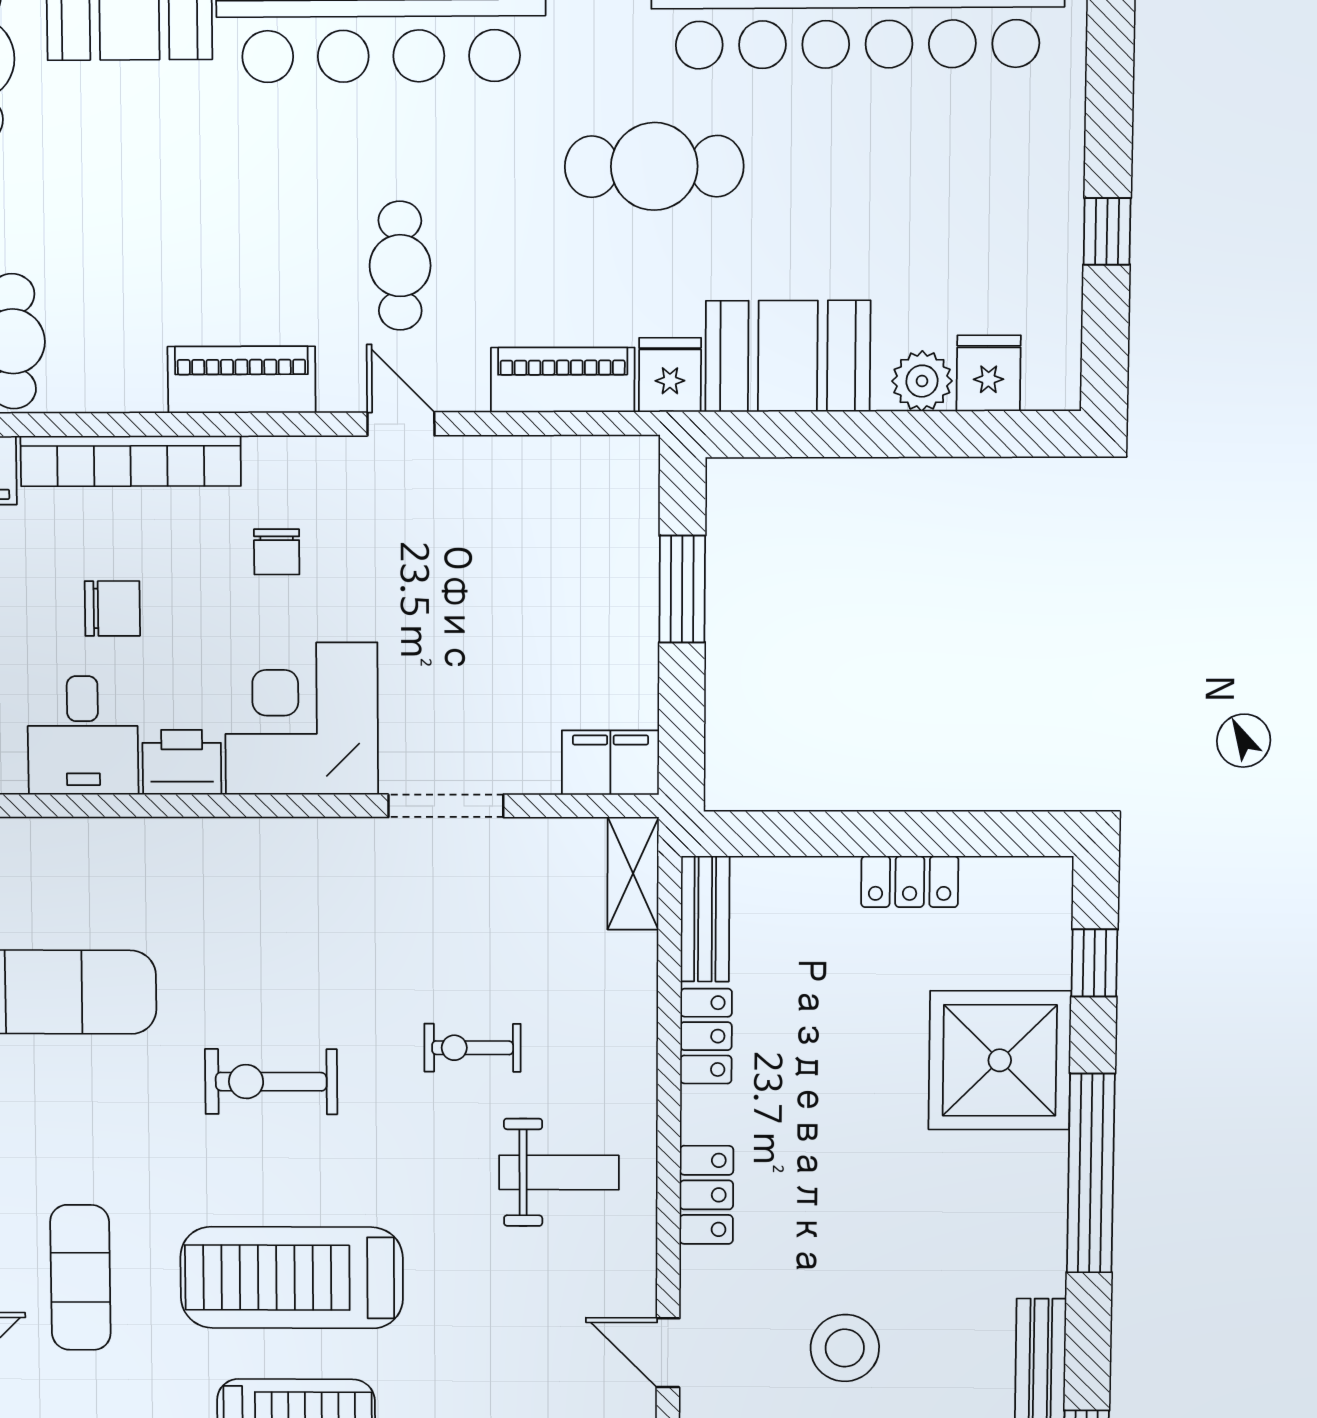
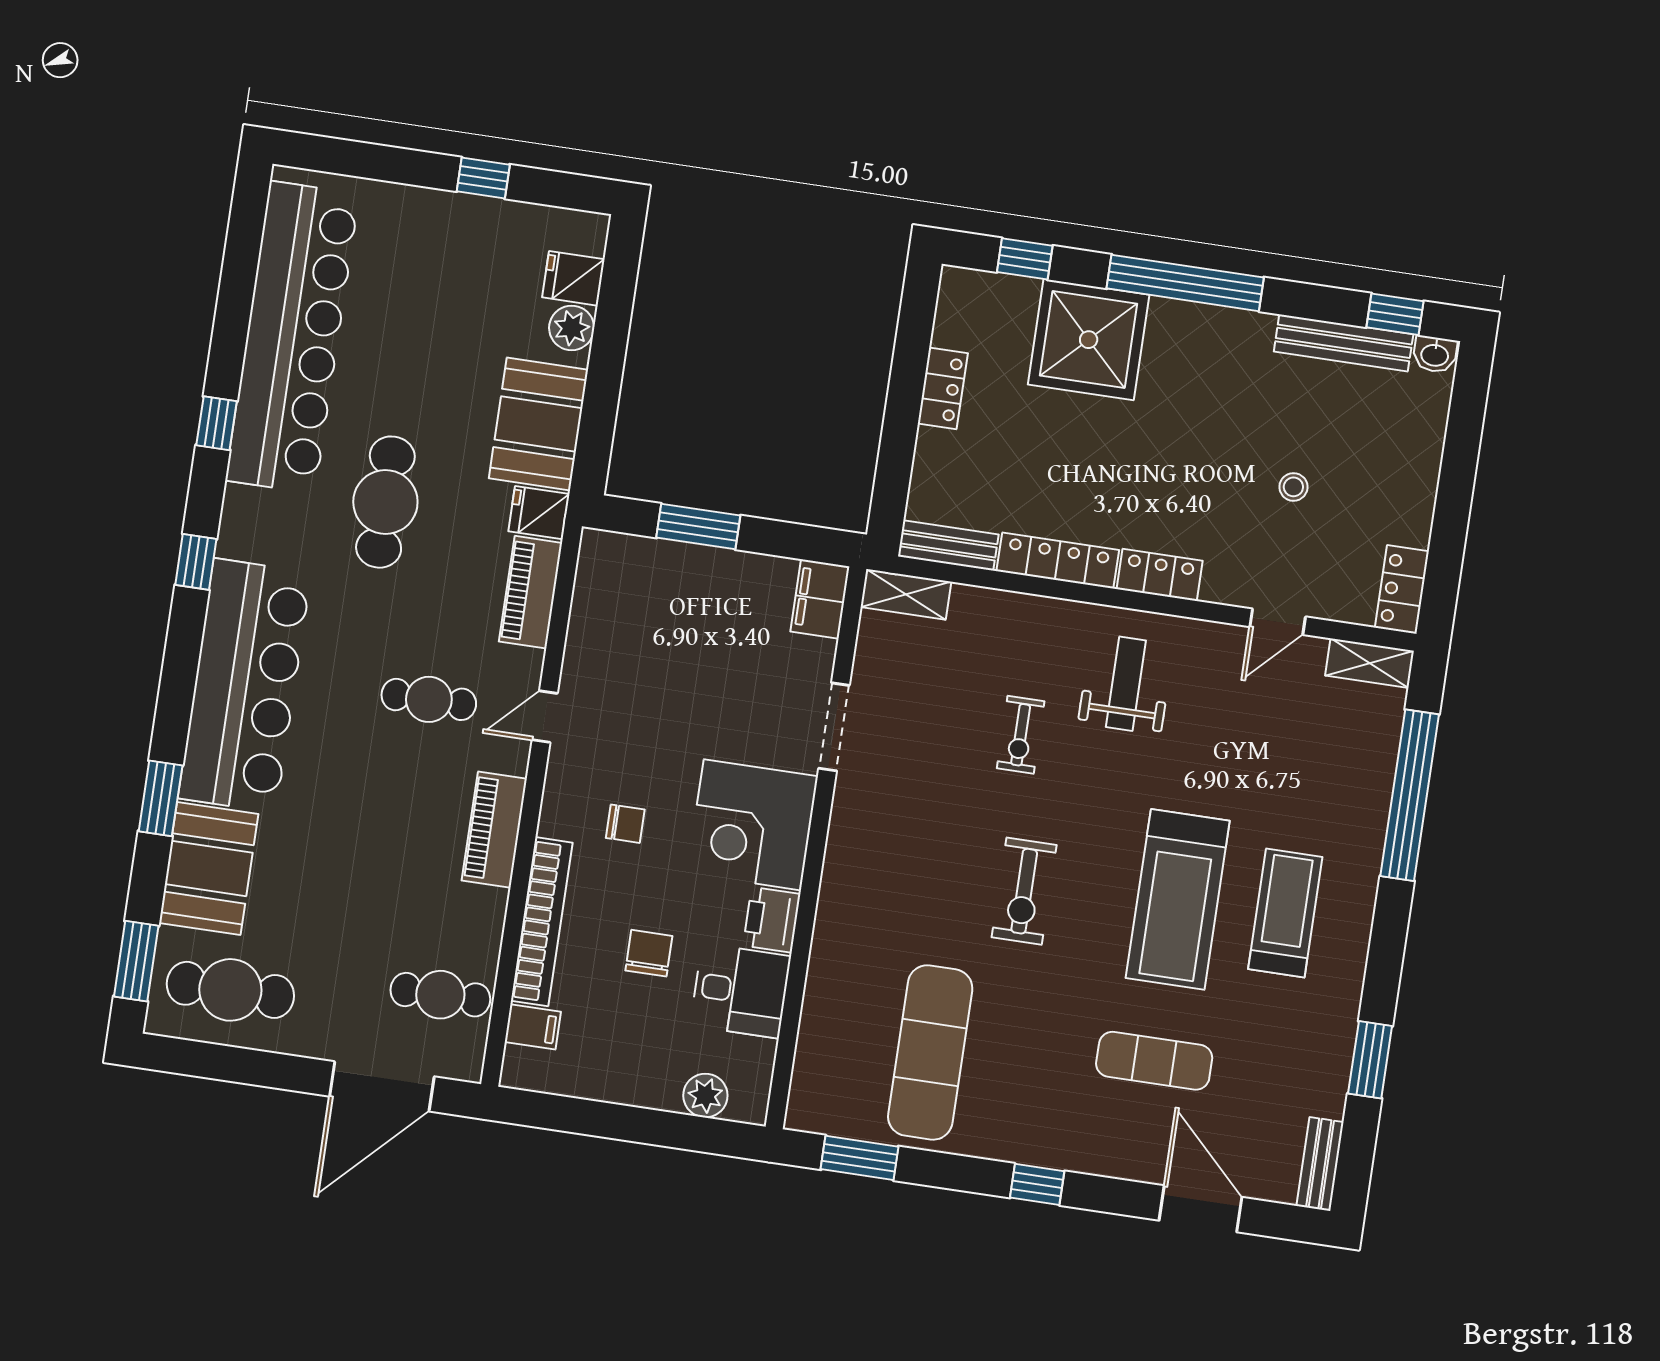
locker: (706, 1036) -> (1058, 561), width x1.53
stool: (845, 1348) -> (1293, 487), width x0.53, depth x0.53

